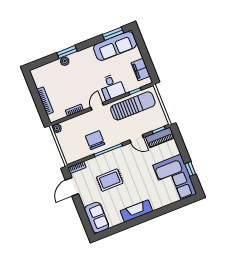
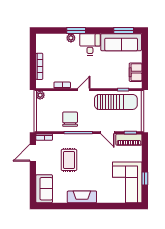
desk: (112, 87) -> (90, 44), moved, turned 180
rug: (110, 180) -> (69, 160), turned 90

